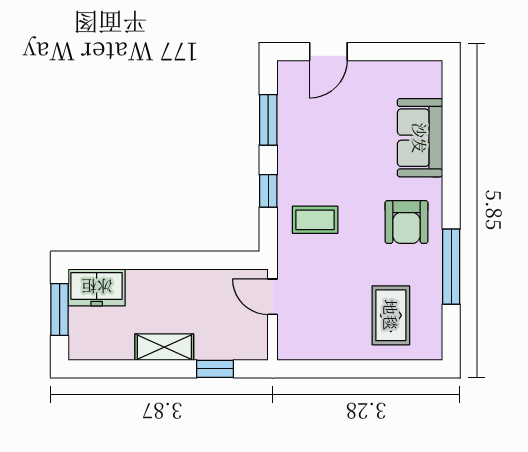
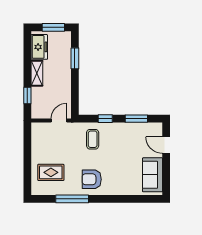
sofa: (420, 138) -> (153, 175), moved, turned -90
window: (130, 260) -> (75, 58), added
freezer: (97, 287) -> (39, 47), moved, turned 180

